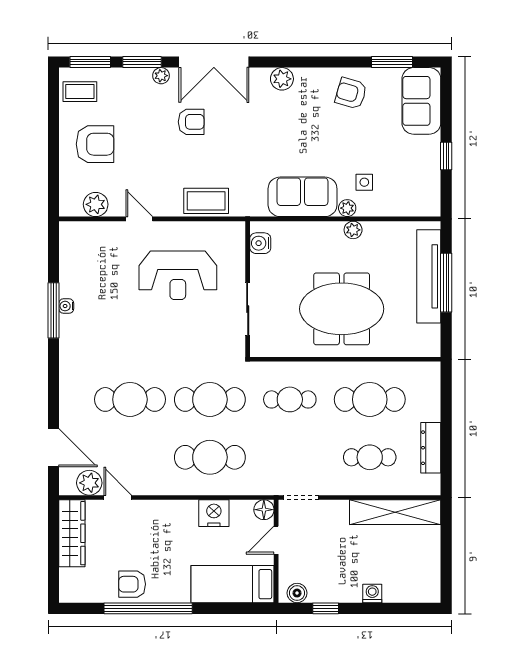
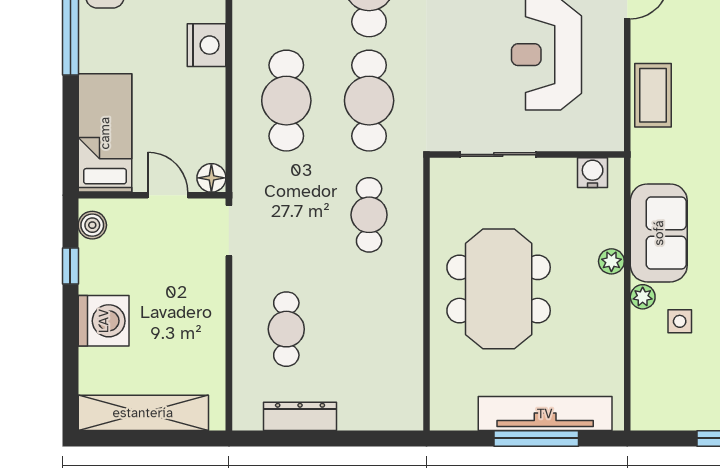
plant: (353, 230) -> (611, 261), moved
cafe table: (370, 399) -> (369, 329), removed
shelving: (395, 512) -> (143, 413), moved, turned 90
nightstand: (214, 513) -> (207, 45), moved
washing machine: (372, 593) -> (104, 321), width x1.89, depth x1.89

